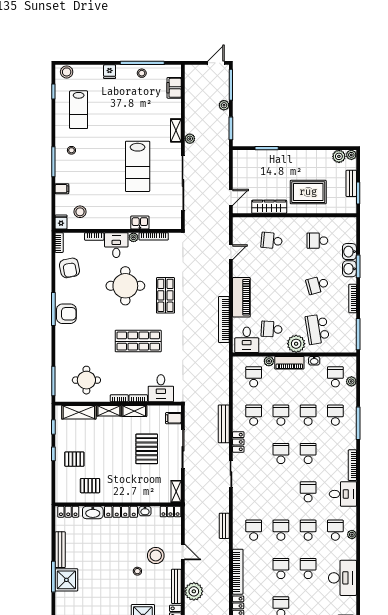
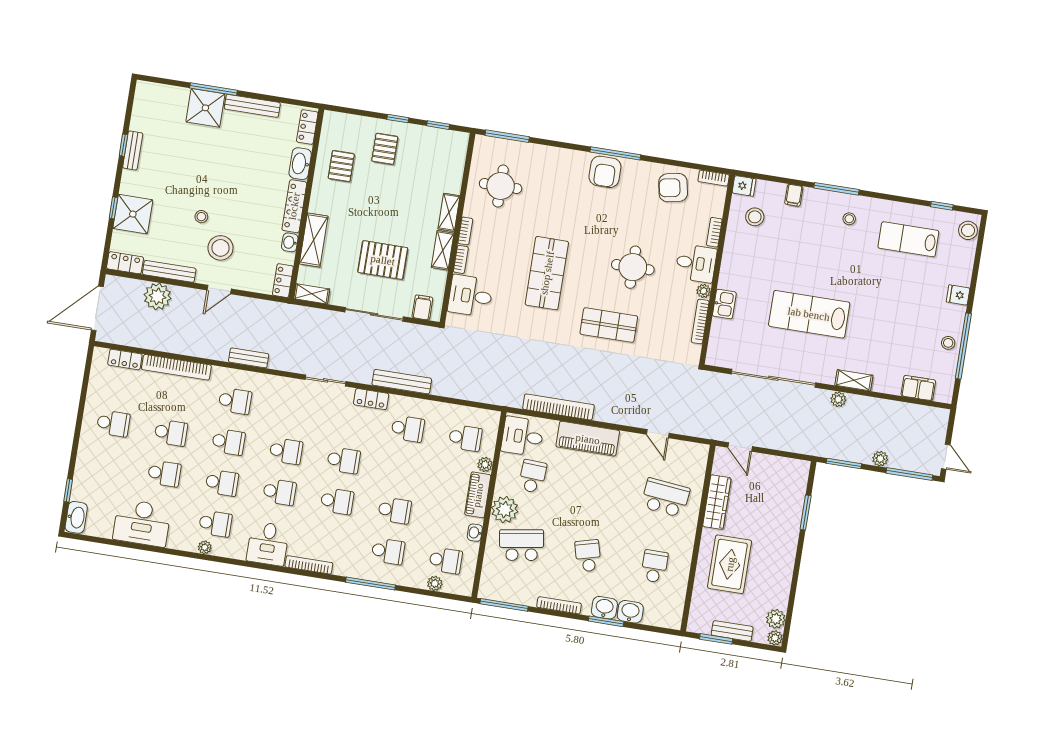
school desk: (272, 241) -> (665, 498), width x1.85
round table: (125, 286) -> (633, 267), width x0.73, depth x0.73
shelving: (79, 412) -> (314, 240), moved
school desk: (281, 415) -> (286, 451), moved

